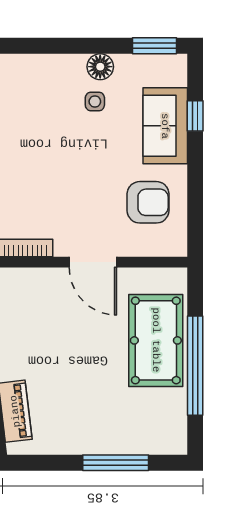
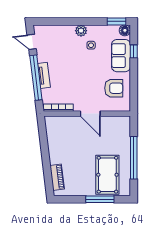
plant: (71, 67) -> (81, 31), added
floor lamp: (100, 67) -> (125, 30), moved
pool table: (156, 340) -> (107, 175), moved

